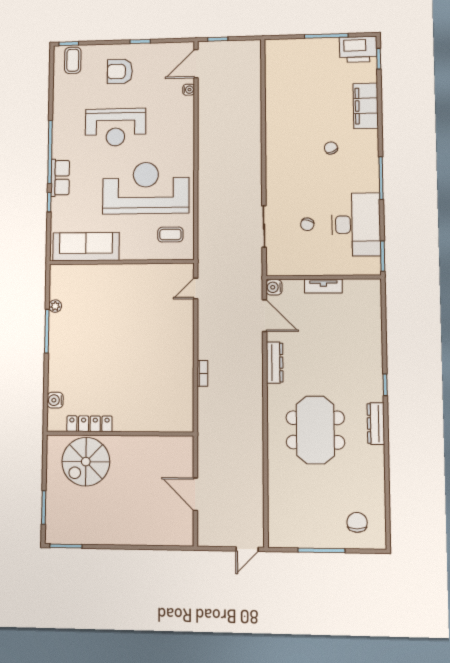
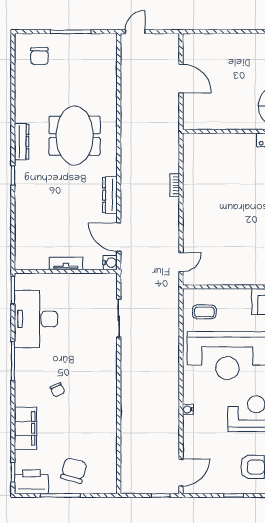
water cooler: (189, 90) -> (188, 409), moved
chair: (307, 224) -> (74, 470), moved, width x1.87, depth x1.87

